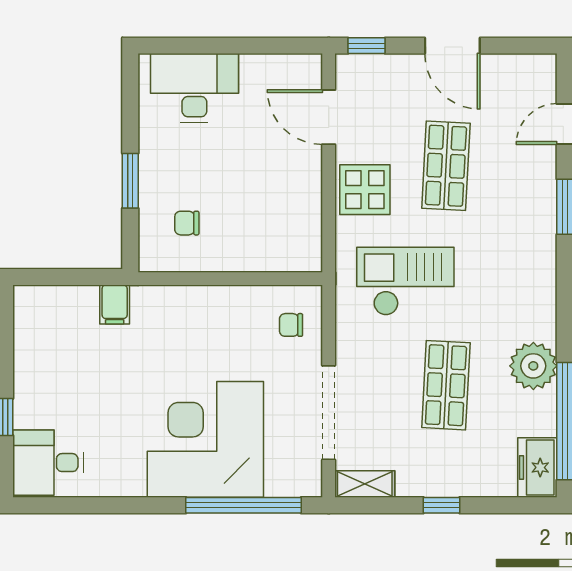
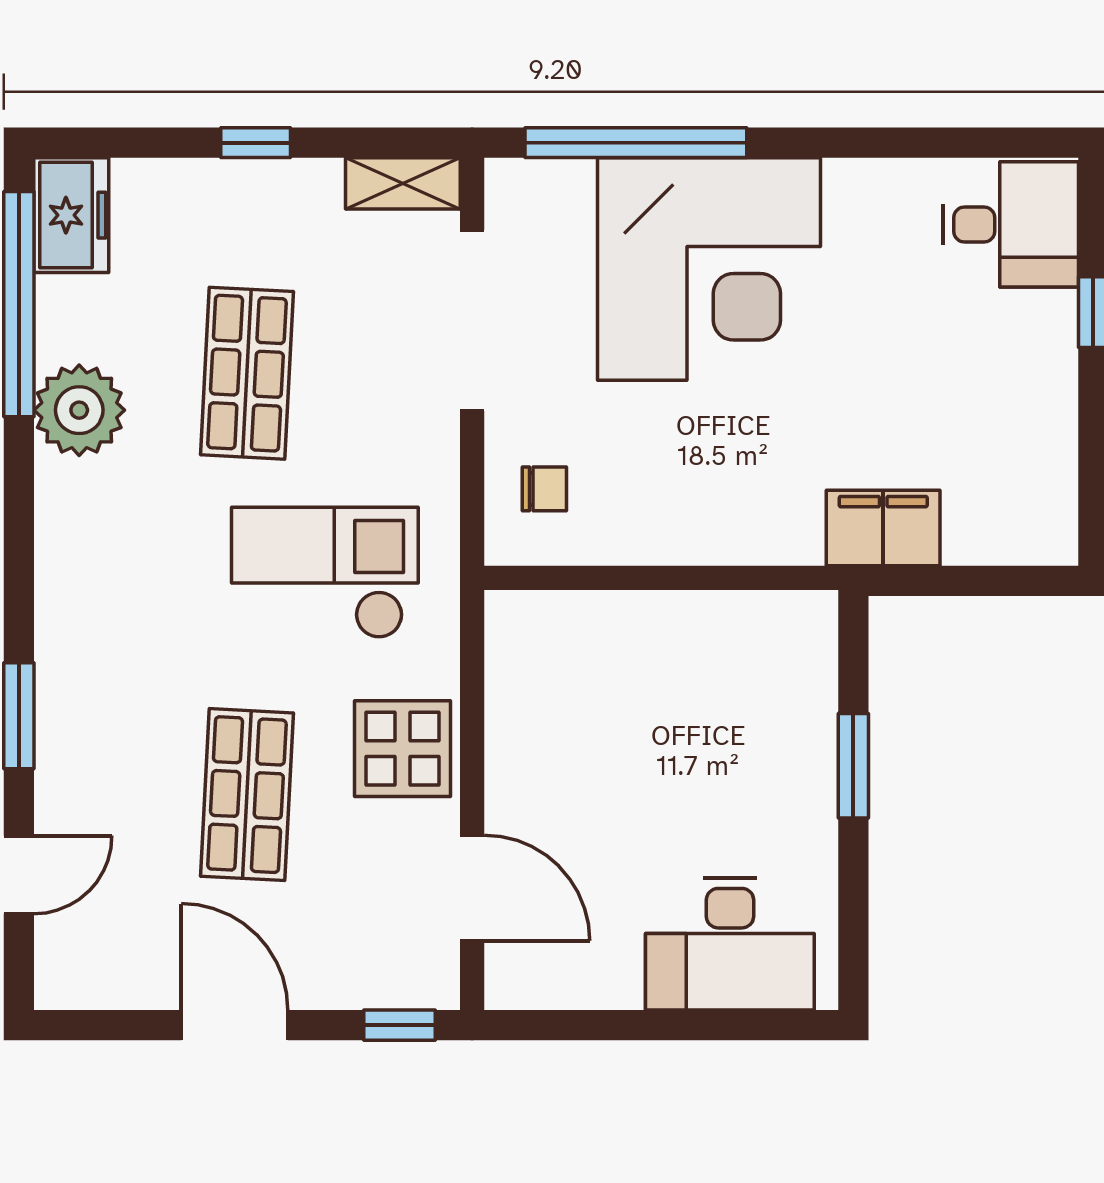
chair: (187, 223) -> (745, 685), removed
checkout: (405, 281) -> (325, 573), turned 180
filing cabinet: (115, 305) -> (883, 528), width x2.00

